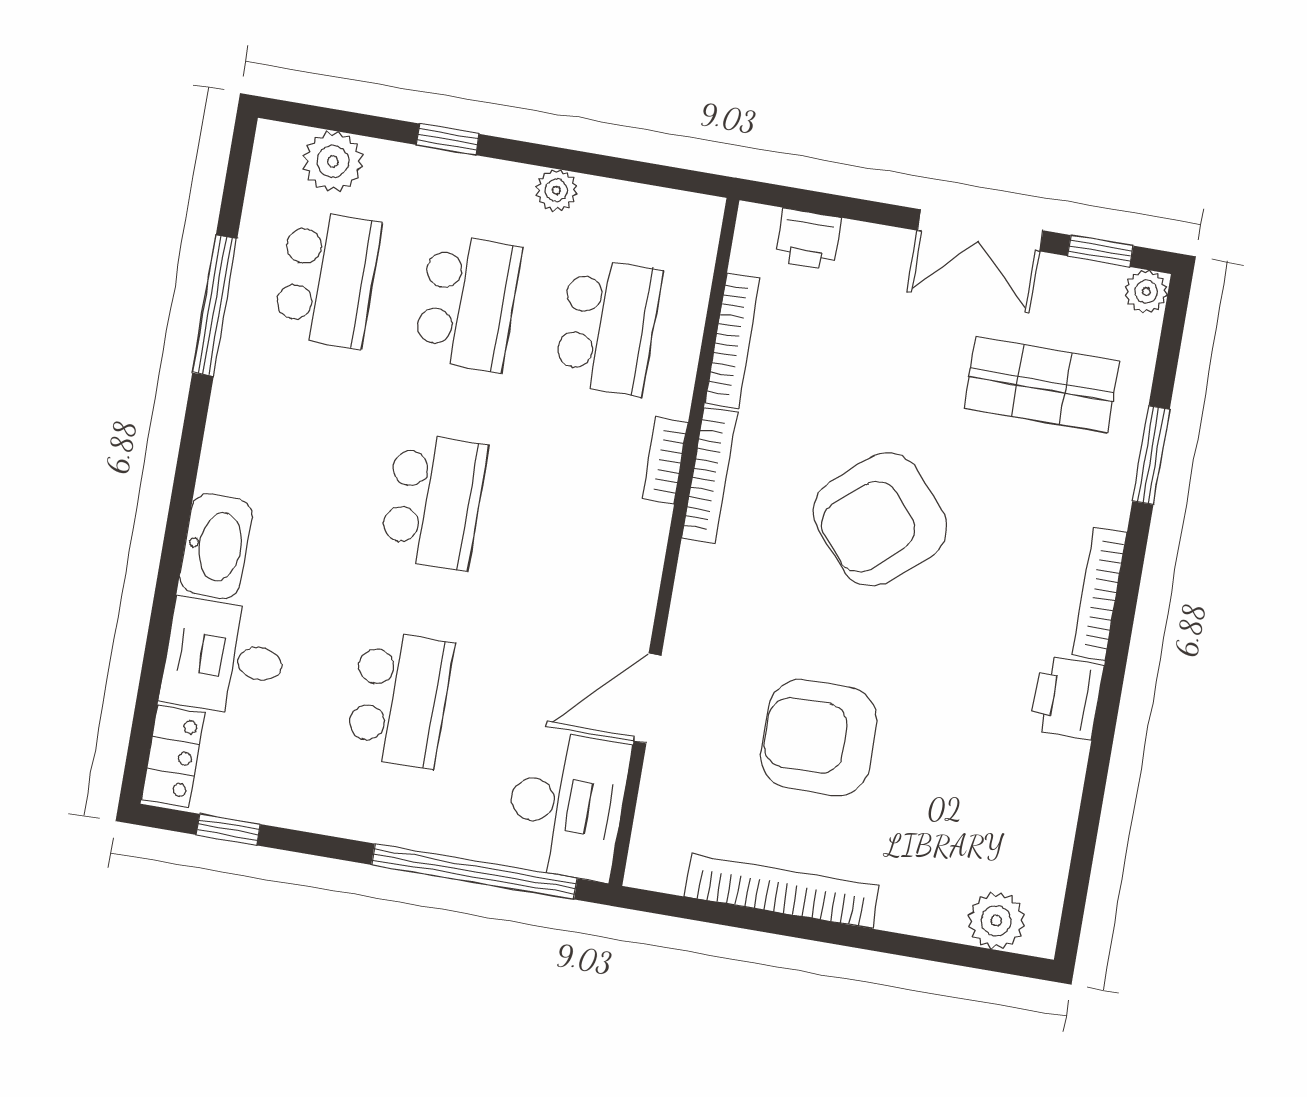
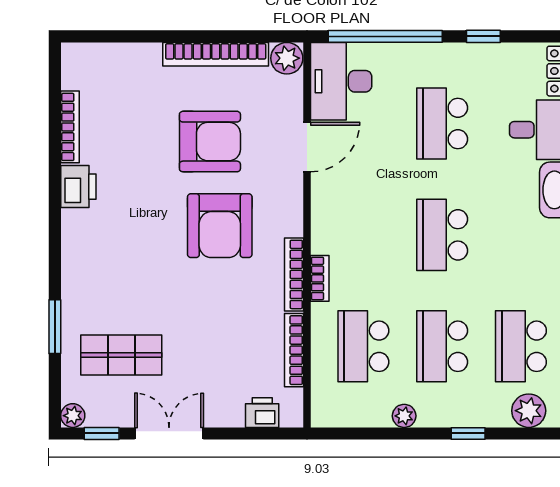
armchair: (880, 520) -> (220, 226), moved, turned 131
bookcase: (1099, 594) -> (70, 127), moved
window: (228, 830) -> (483, 36), moved
plant: (996, 921) -> (287, 58), moved

